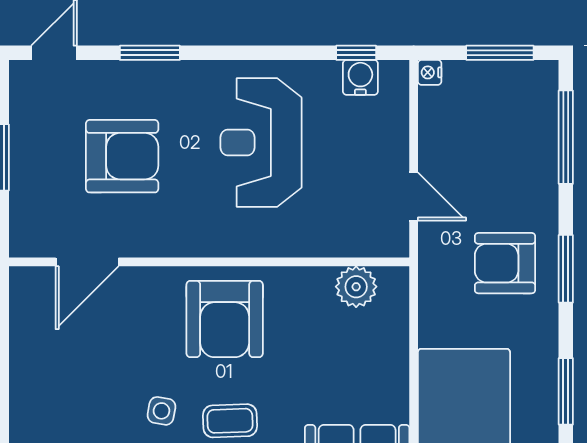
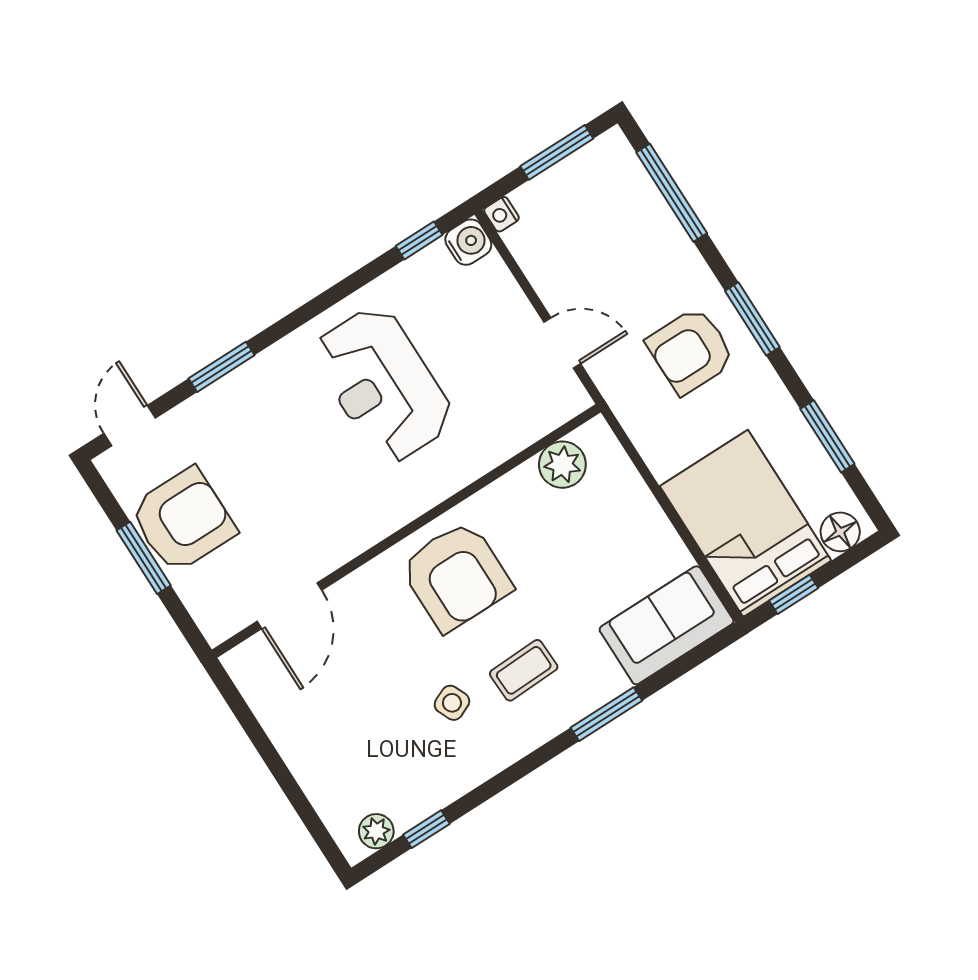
water cooler: (360, 77) -> (468, 242), moved, turned 90
armchair: (122, 156) -> (183, 520), moved
side table: (161, 411) -> (452, 703), turned -34

